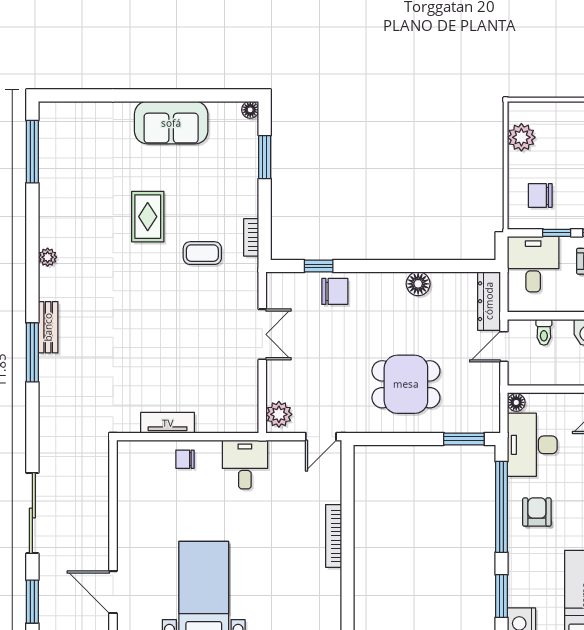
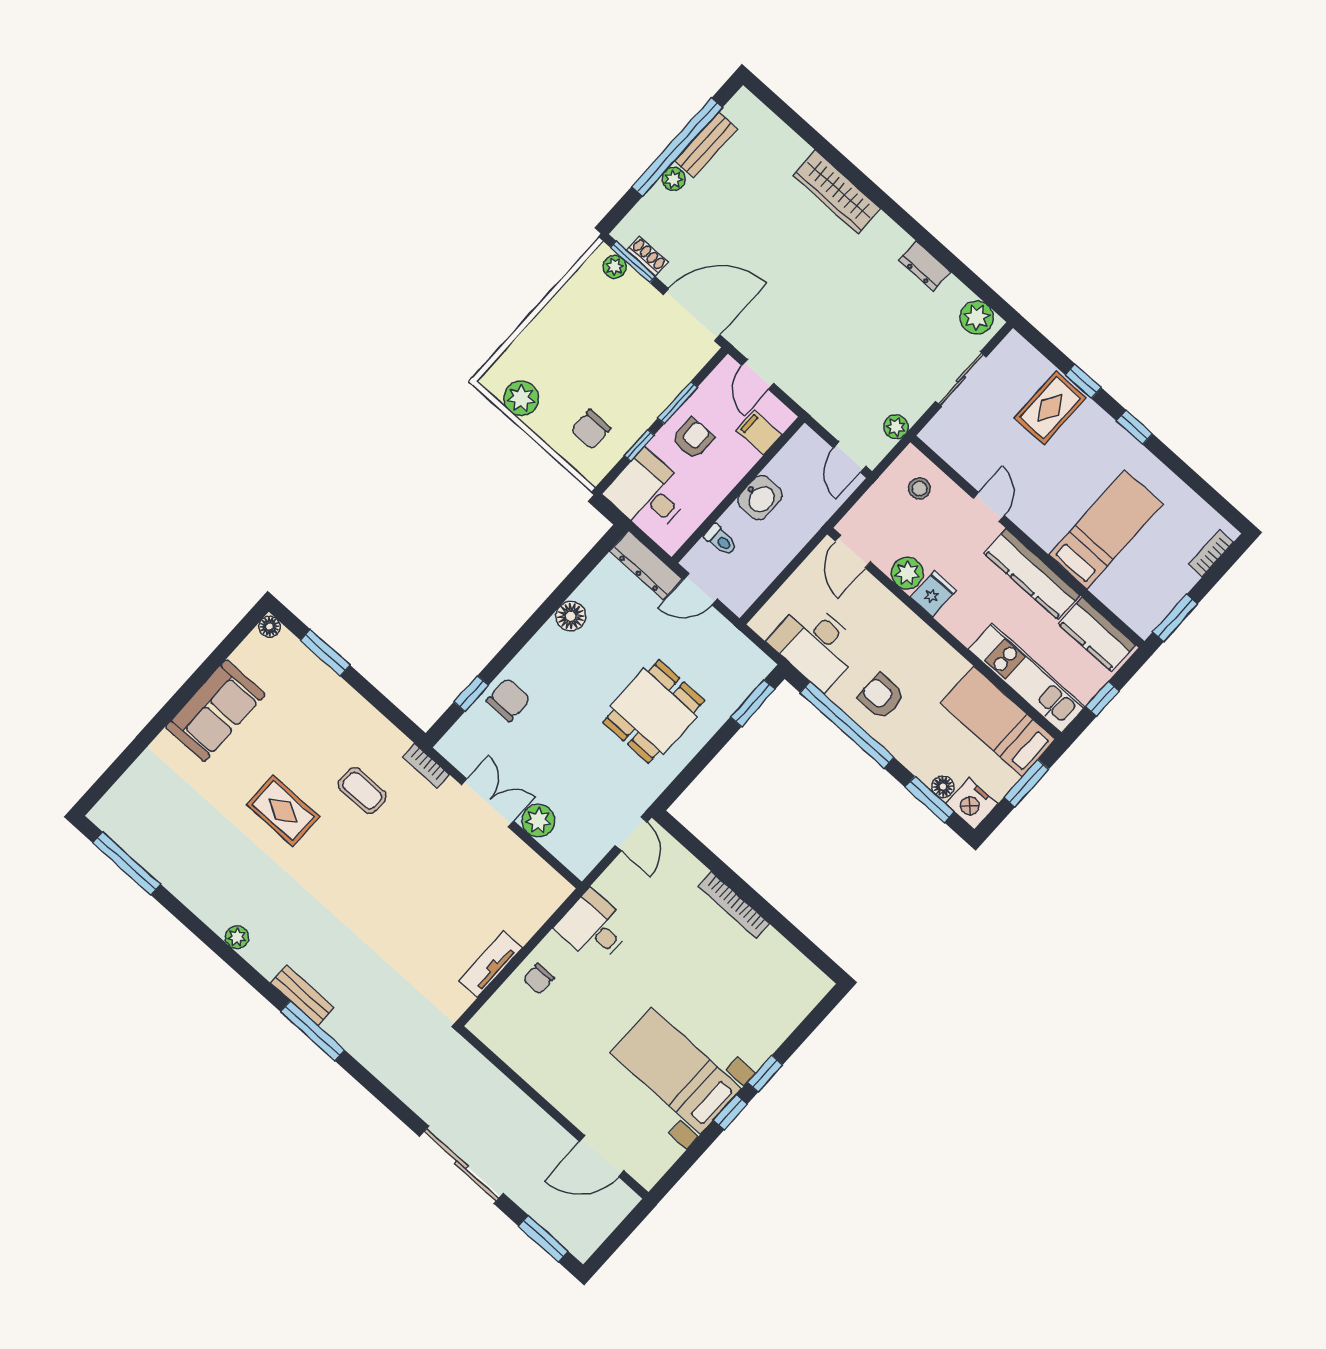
bookcase: (251, 237) -> (426, 766), moved
coffee table: (202, 253) -> (362, 791), turned 90
door: (504, 347) -> (700, 589), hinge flipped
floor lamp: (516, 402) -> (943, 787), moved
plant: (279, 414) -> (538, 821), moved

